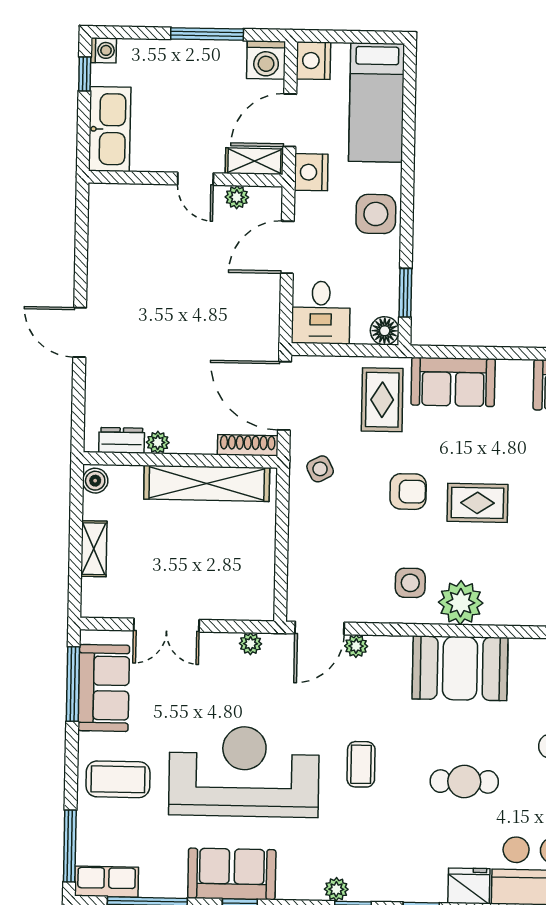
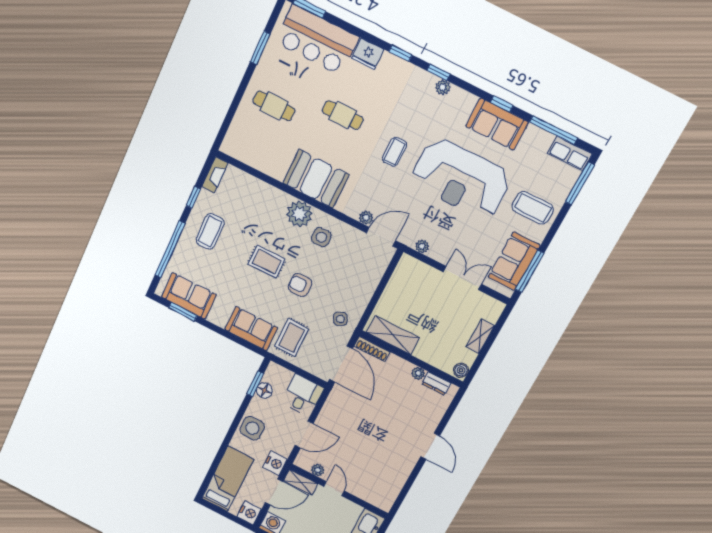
floor lamp: (385, 331) -> (264, 390), moved
shelving: (207, 483) -> (393, 335), width x0.68

